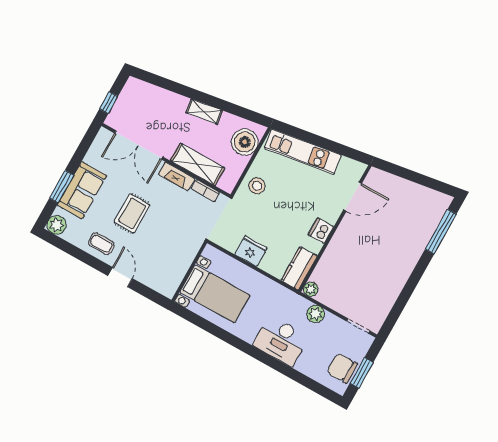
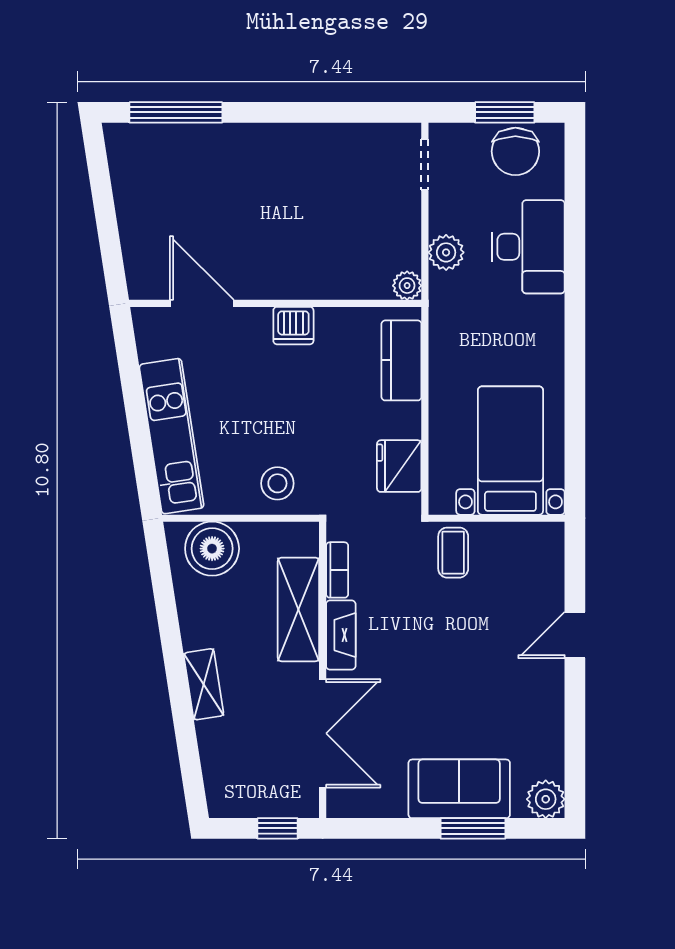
shelving: (204, 112) -> (204, 684), moved
rug: (132, 213) -> (450, 677), removed
coffee table: (101, 244) -> (453, 553), moved
fridge: (251, 251) -> (399, 466), moved
kitchen counter: (299, 268) -> (401, 360), moved, turned 90
desk: (281, 341) -> (528, 247), moved

